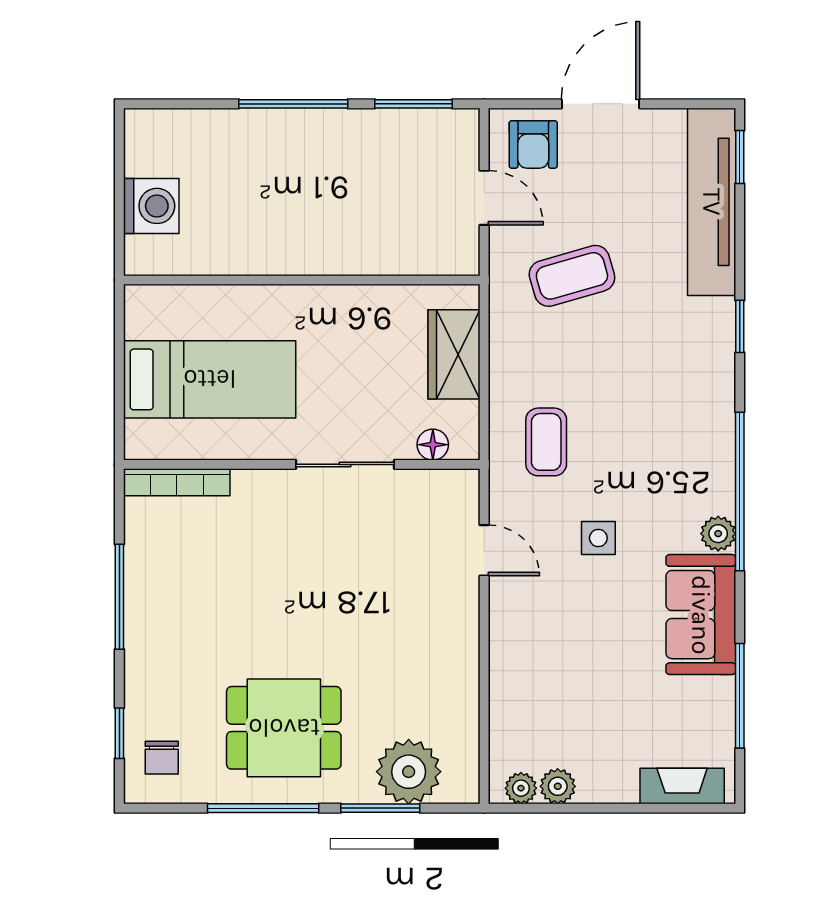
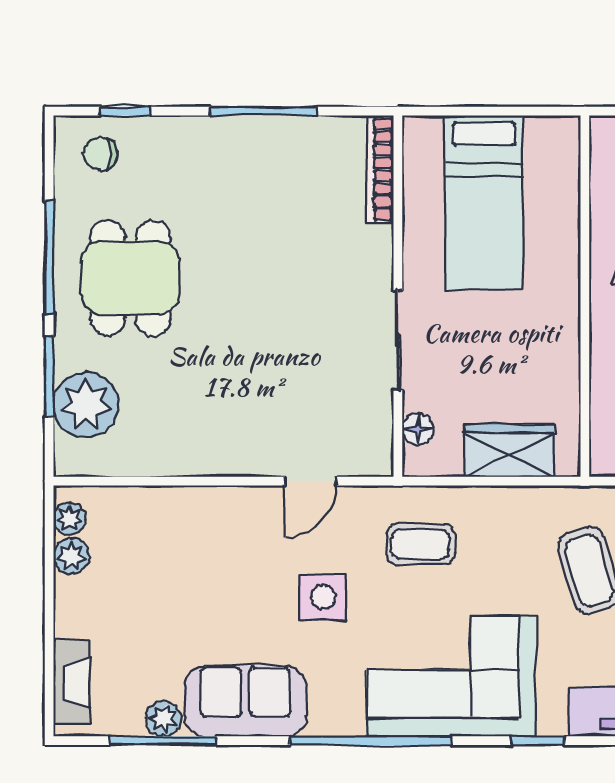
corner sofa: (676, 412) -> (451, 676), added
plant: (718, 534) -> (163, 719), moved
side table: (598, 538) -> (323, 597), width x1.37, depth x1.37

